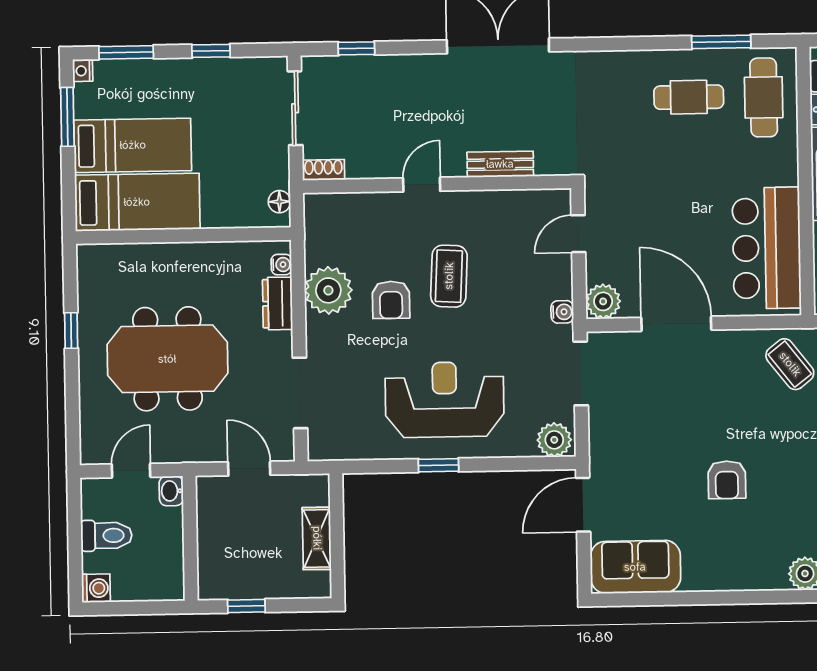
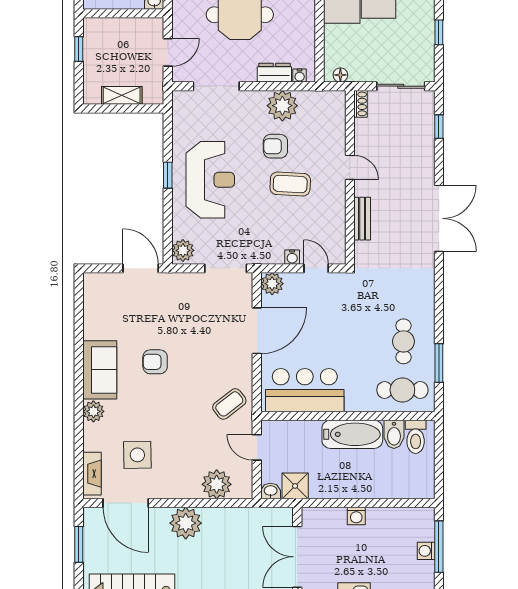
water cooler: (562, 312) -> (292, 257), moved
sofa: (635, 567) -> (100, 370), moved

